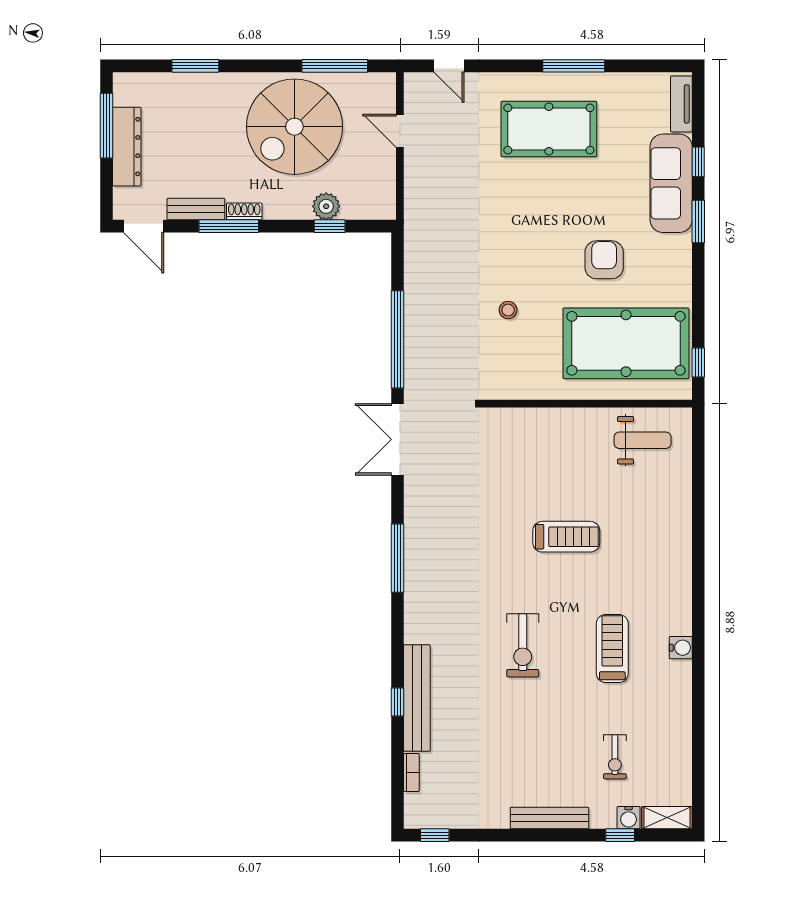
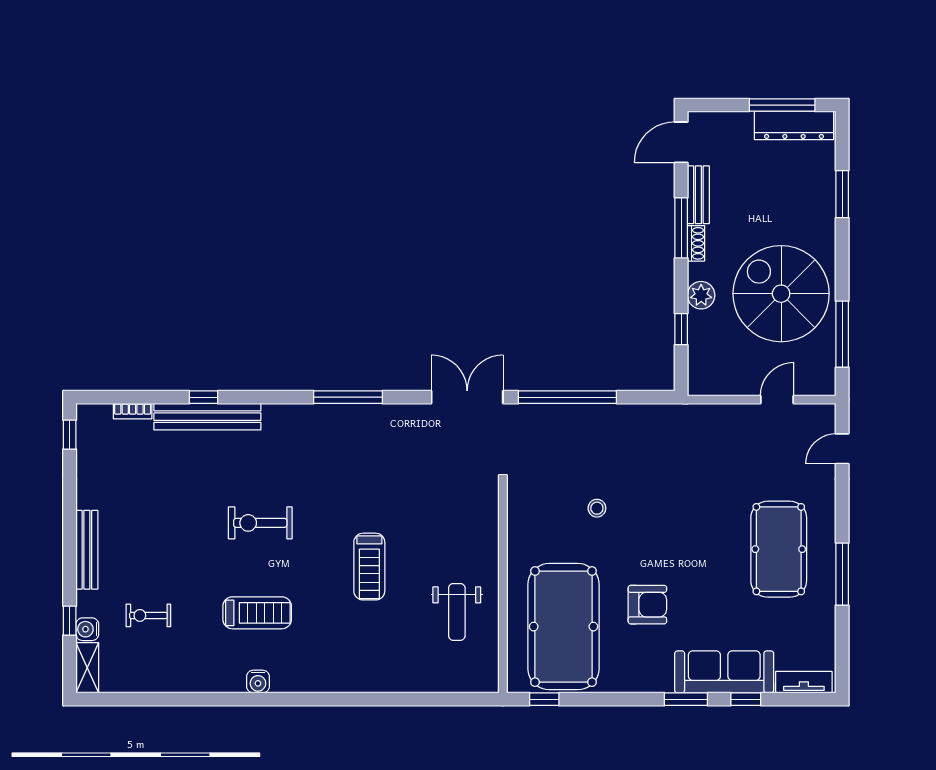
dresser: (127, 147) -> (794, 125), moved
plant: (326, 206) -> (701, 295), moved
weight bench: (643, 440) -> (457, 612), moved

